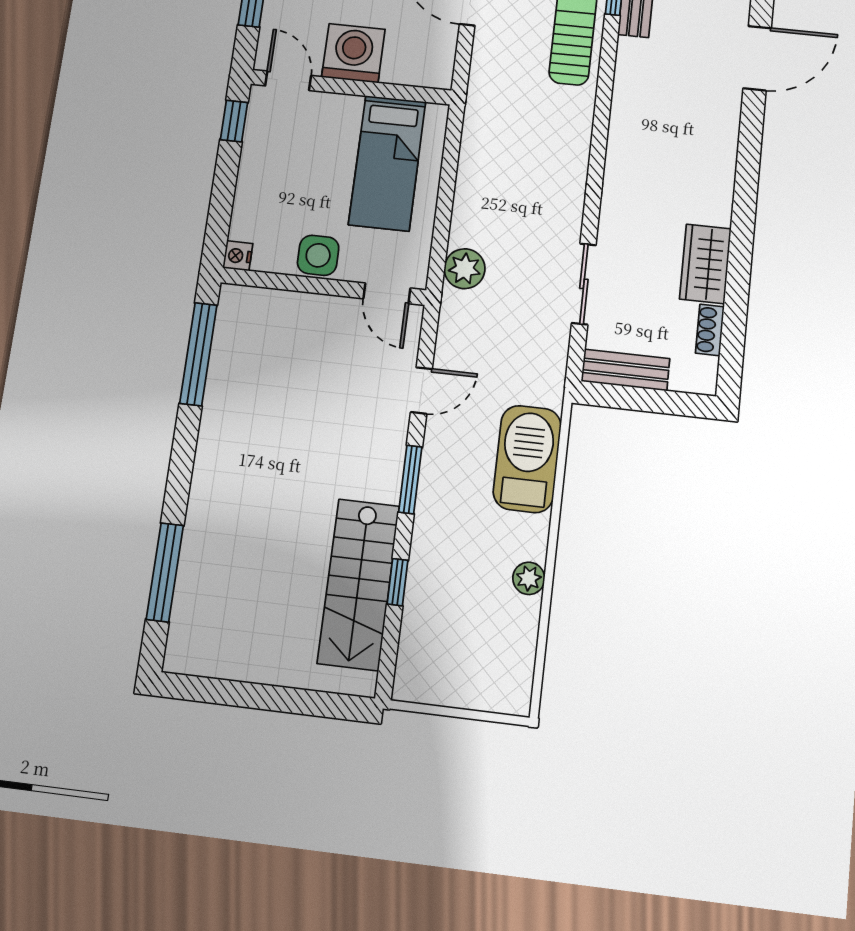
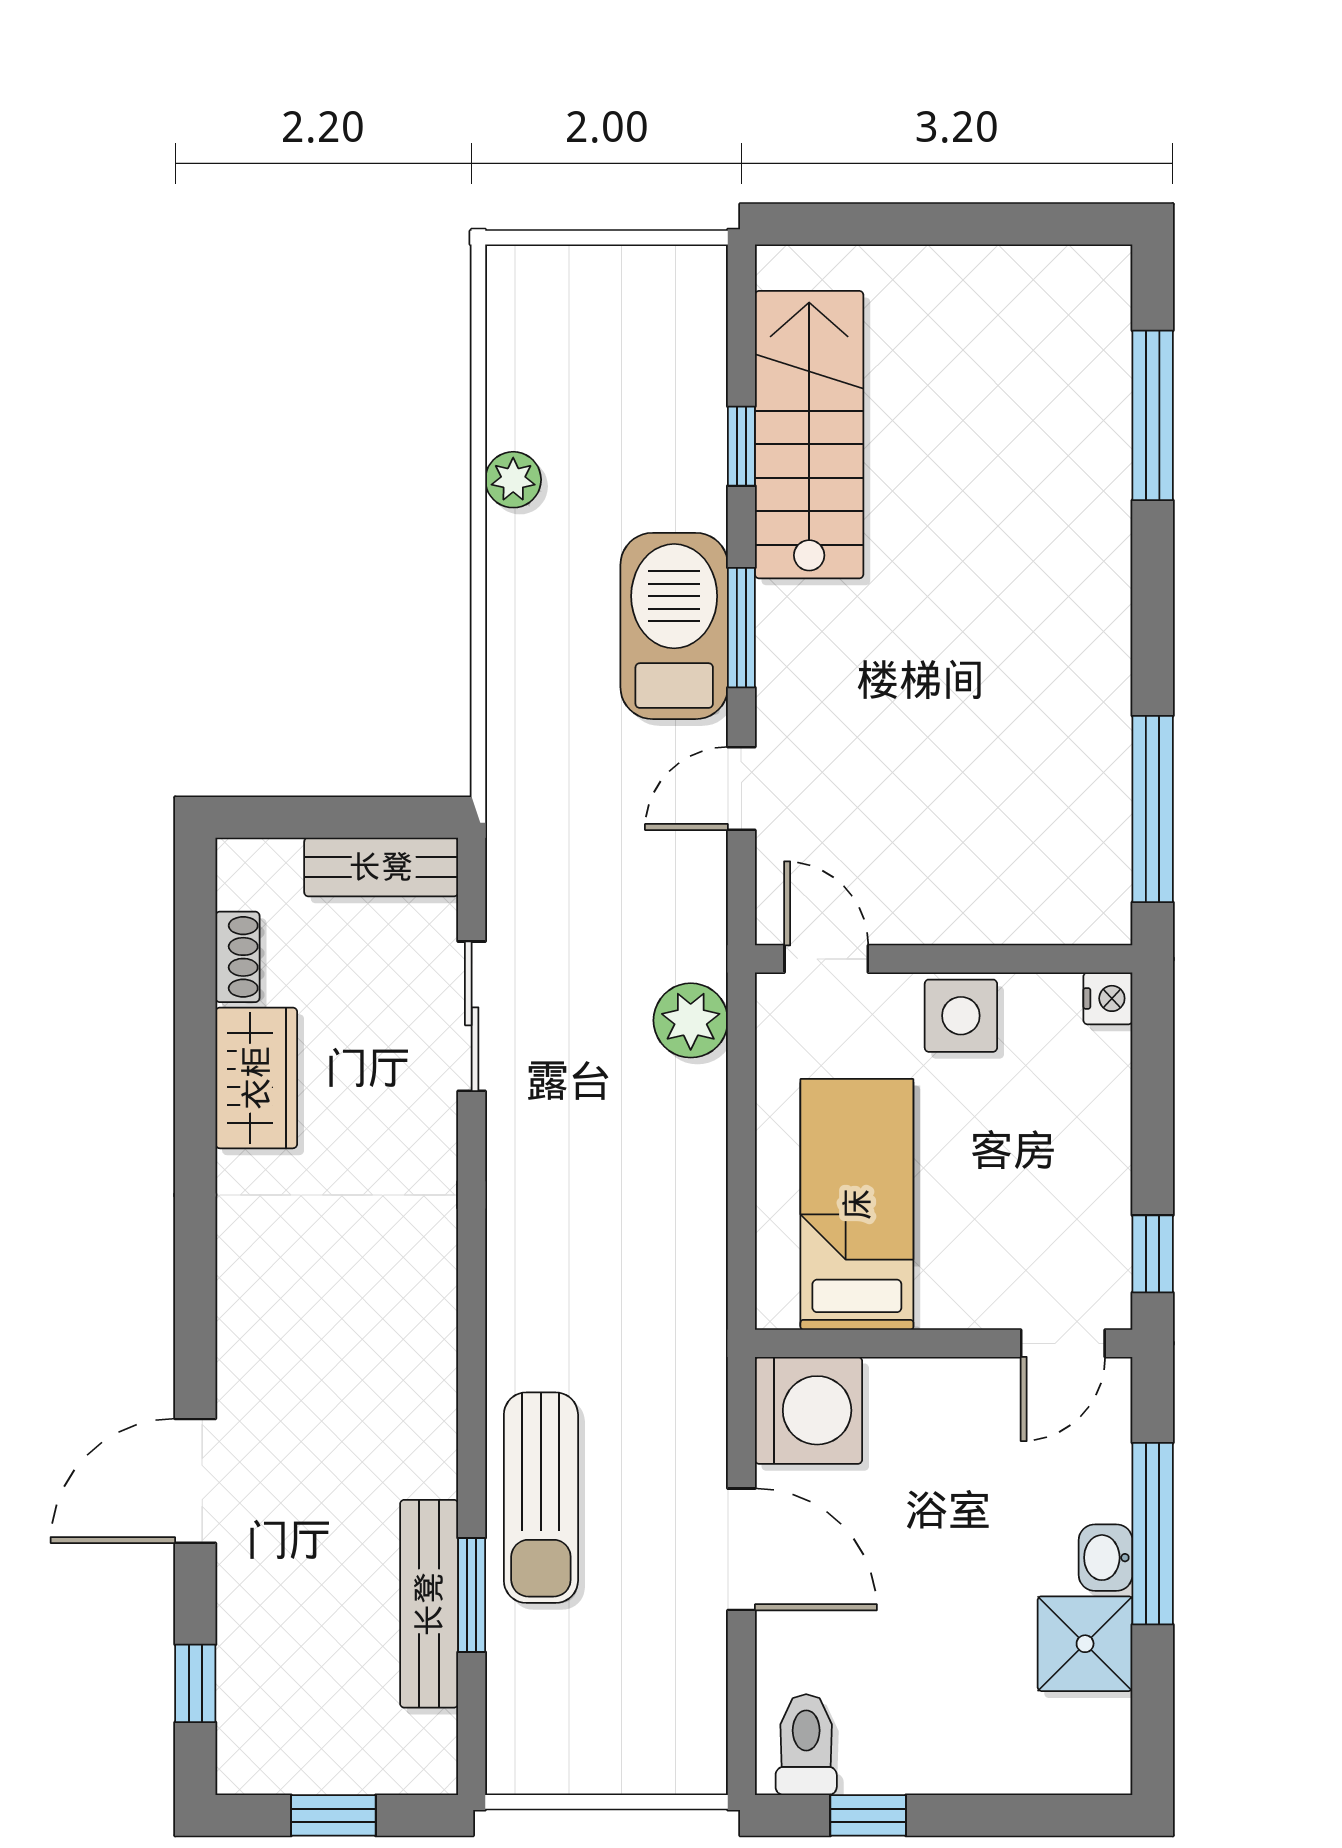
washing machine: (353, 53) -> (808, 1410), moved, turned -90
door: (288, 81) -> (1063, 1343), hinge flipped
barbecue: (527, 459) -> (674, 626), moved, turned 180

